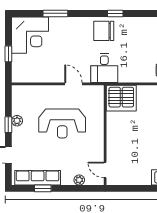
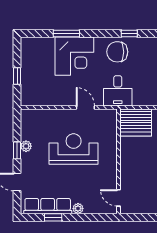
corner desk: (30, 35) -> (74, 56), moved
reception desk: (62, 123) -> (74, 149), turned 180
plant: (79, 180) -> (78, 208), moved

